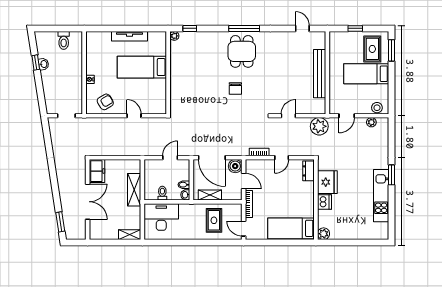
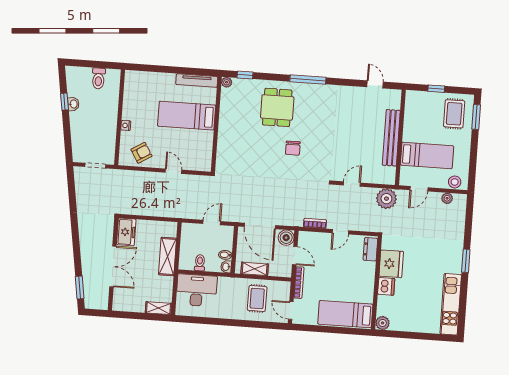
tv unit: (130, 36) -> (197, 81), moved
dining table: (242, 51) -> (277, 107), moved
bed: (366, 74) -> (427, 155), moved, turned 180
kitchen unit: (381, 196) -> (451, 304), moved

